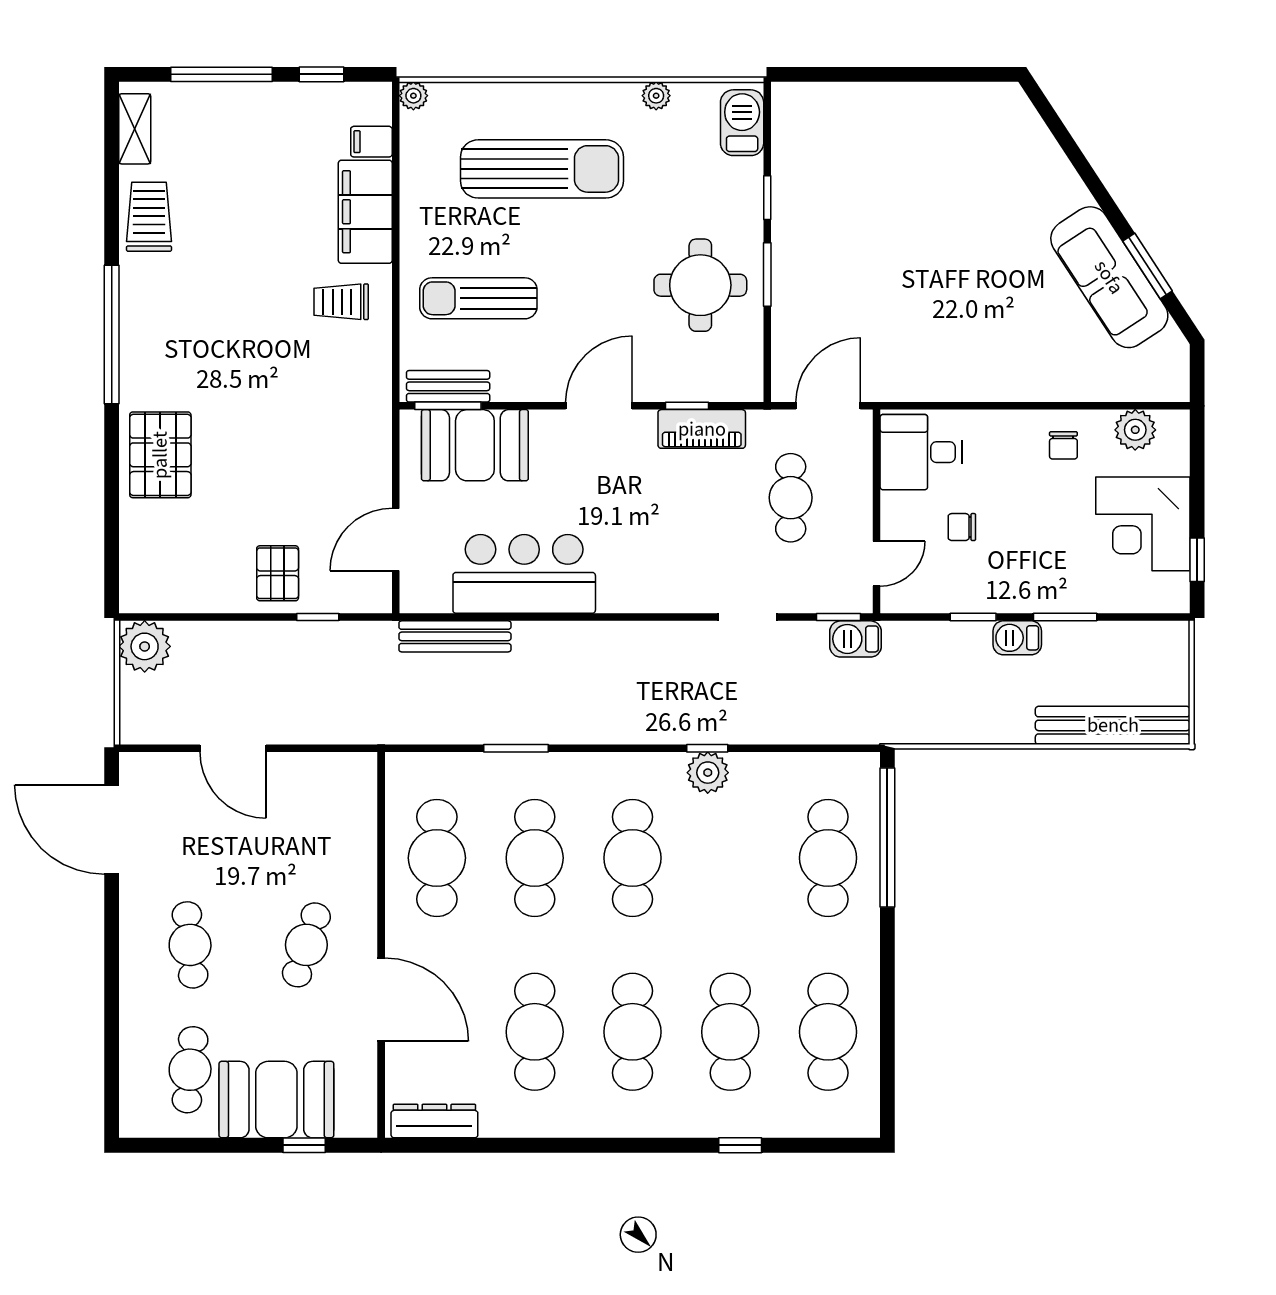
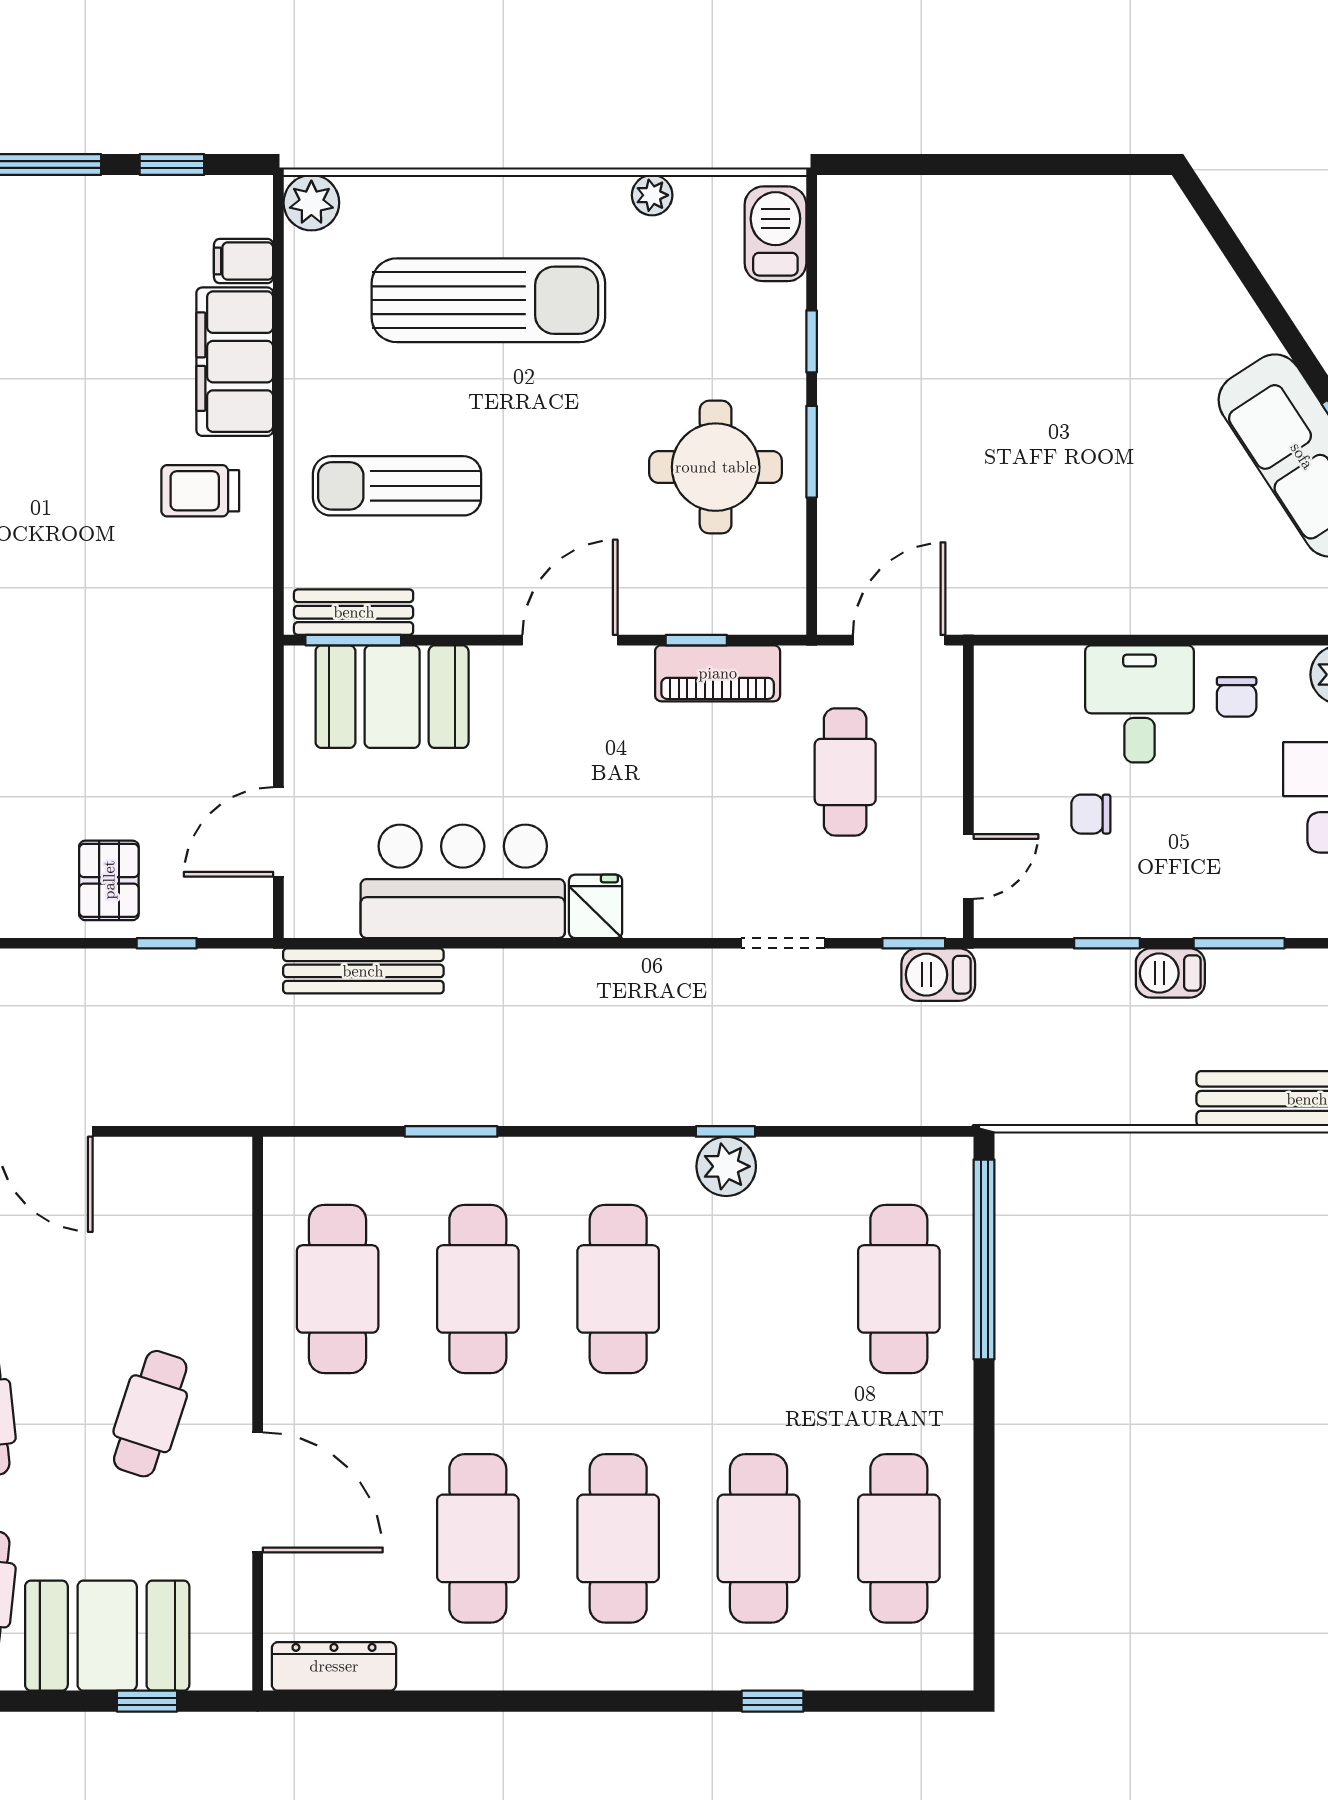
plant: (413, 96) -> (311, 203), width x1.38, depth x1.38
desk: (921, 452) -> (1140, 704), moved, turned 90
fridge: (617, 591) -> (596, 906), added

